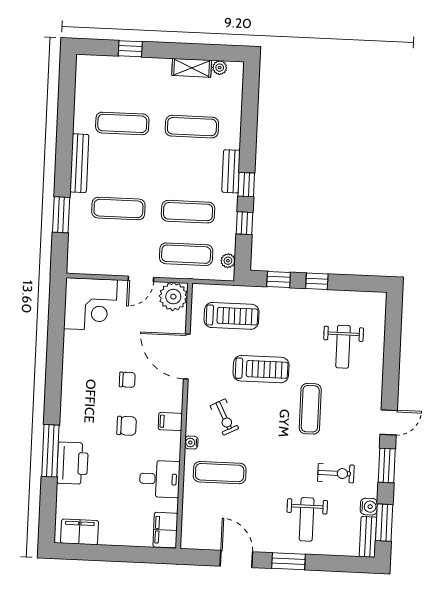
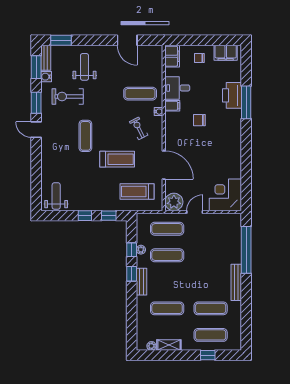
exercise mat: (118, 209) -> (211, 335), moved
window: (61, 215) -> (246, 250), width x2.11
plant: (228, 261) -> (141, 250), moved
weight bench: (343, 347) -> (56, 196), moved
treadmill: (261, 369) -> (117, 159), turned 180
chair: (127, 380) -> (199, 58), moved
filing cabinet: (170, 422) -> (172, 106), moved
door: (389, 422) -> (36, 130), hinge flipped
exercise bike: (336, 473) -> (68, 96), width x1.38, depth x1.39
window: (289, 561) -> (61, 40), moved

